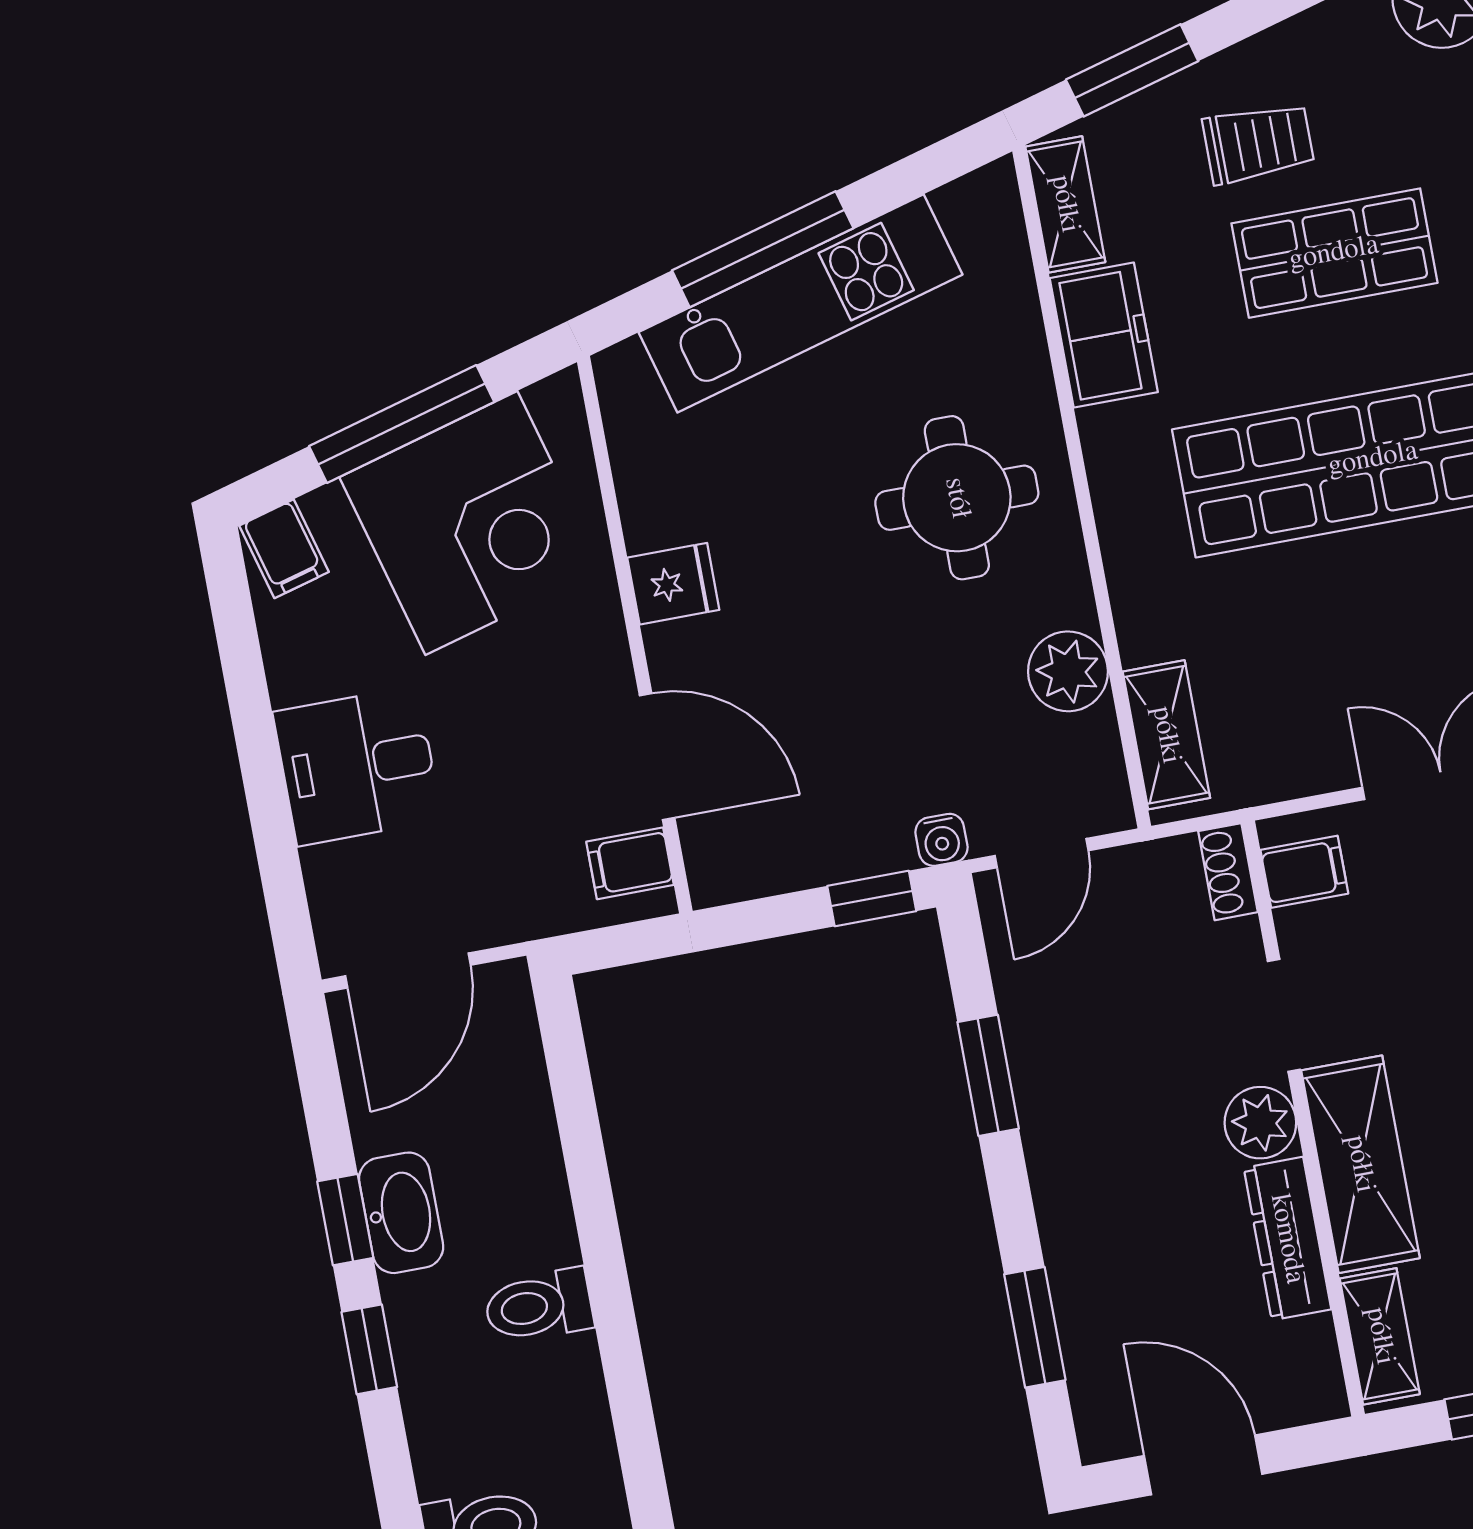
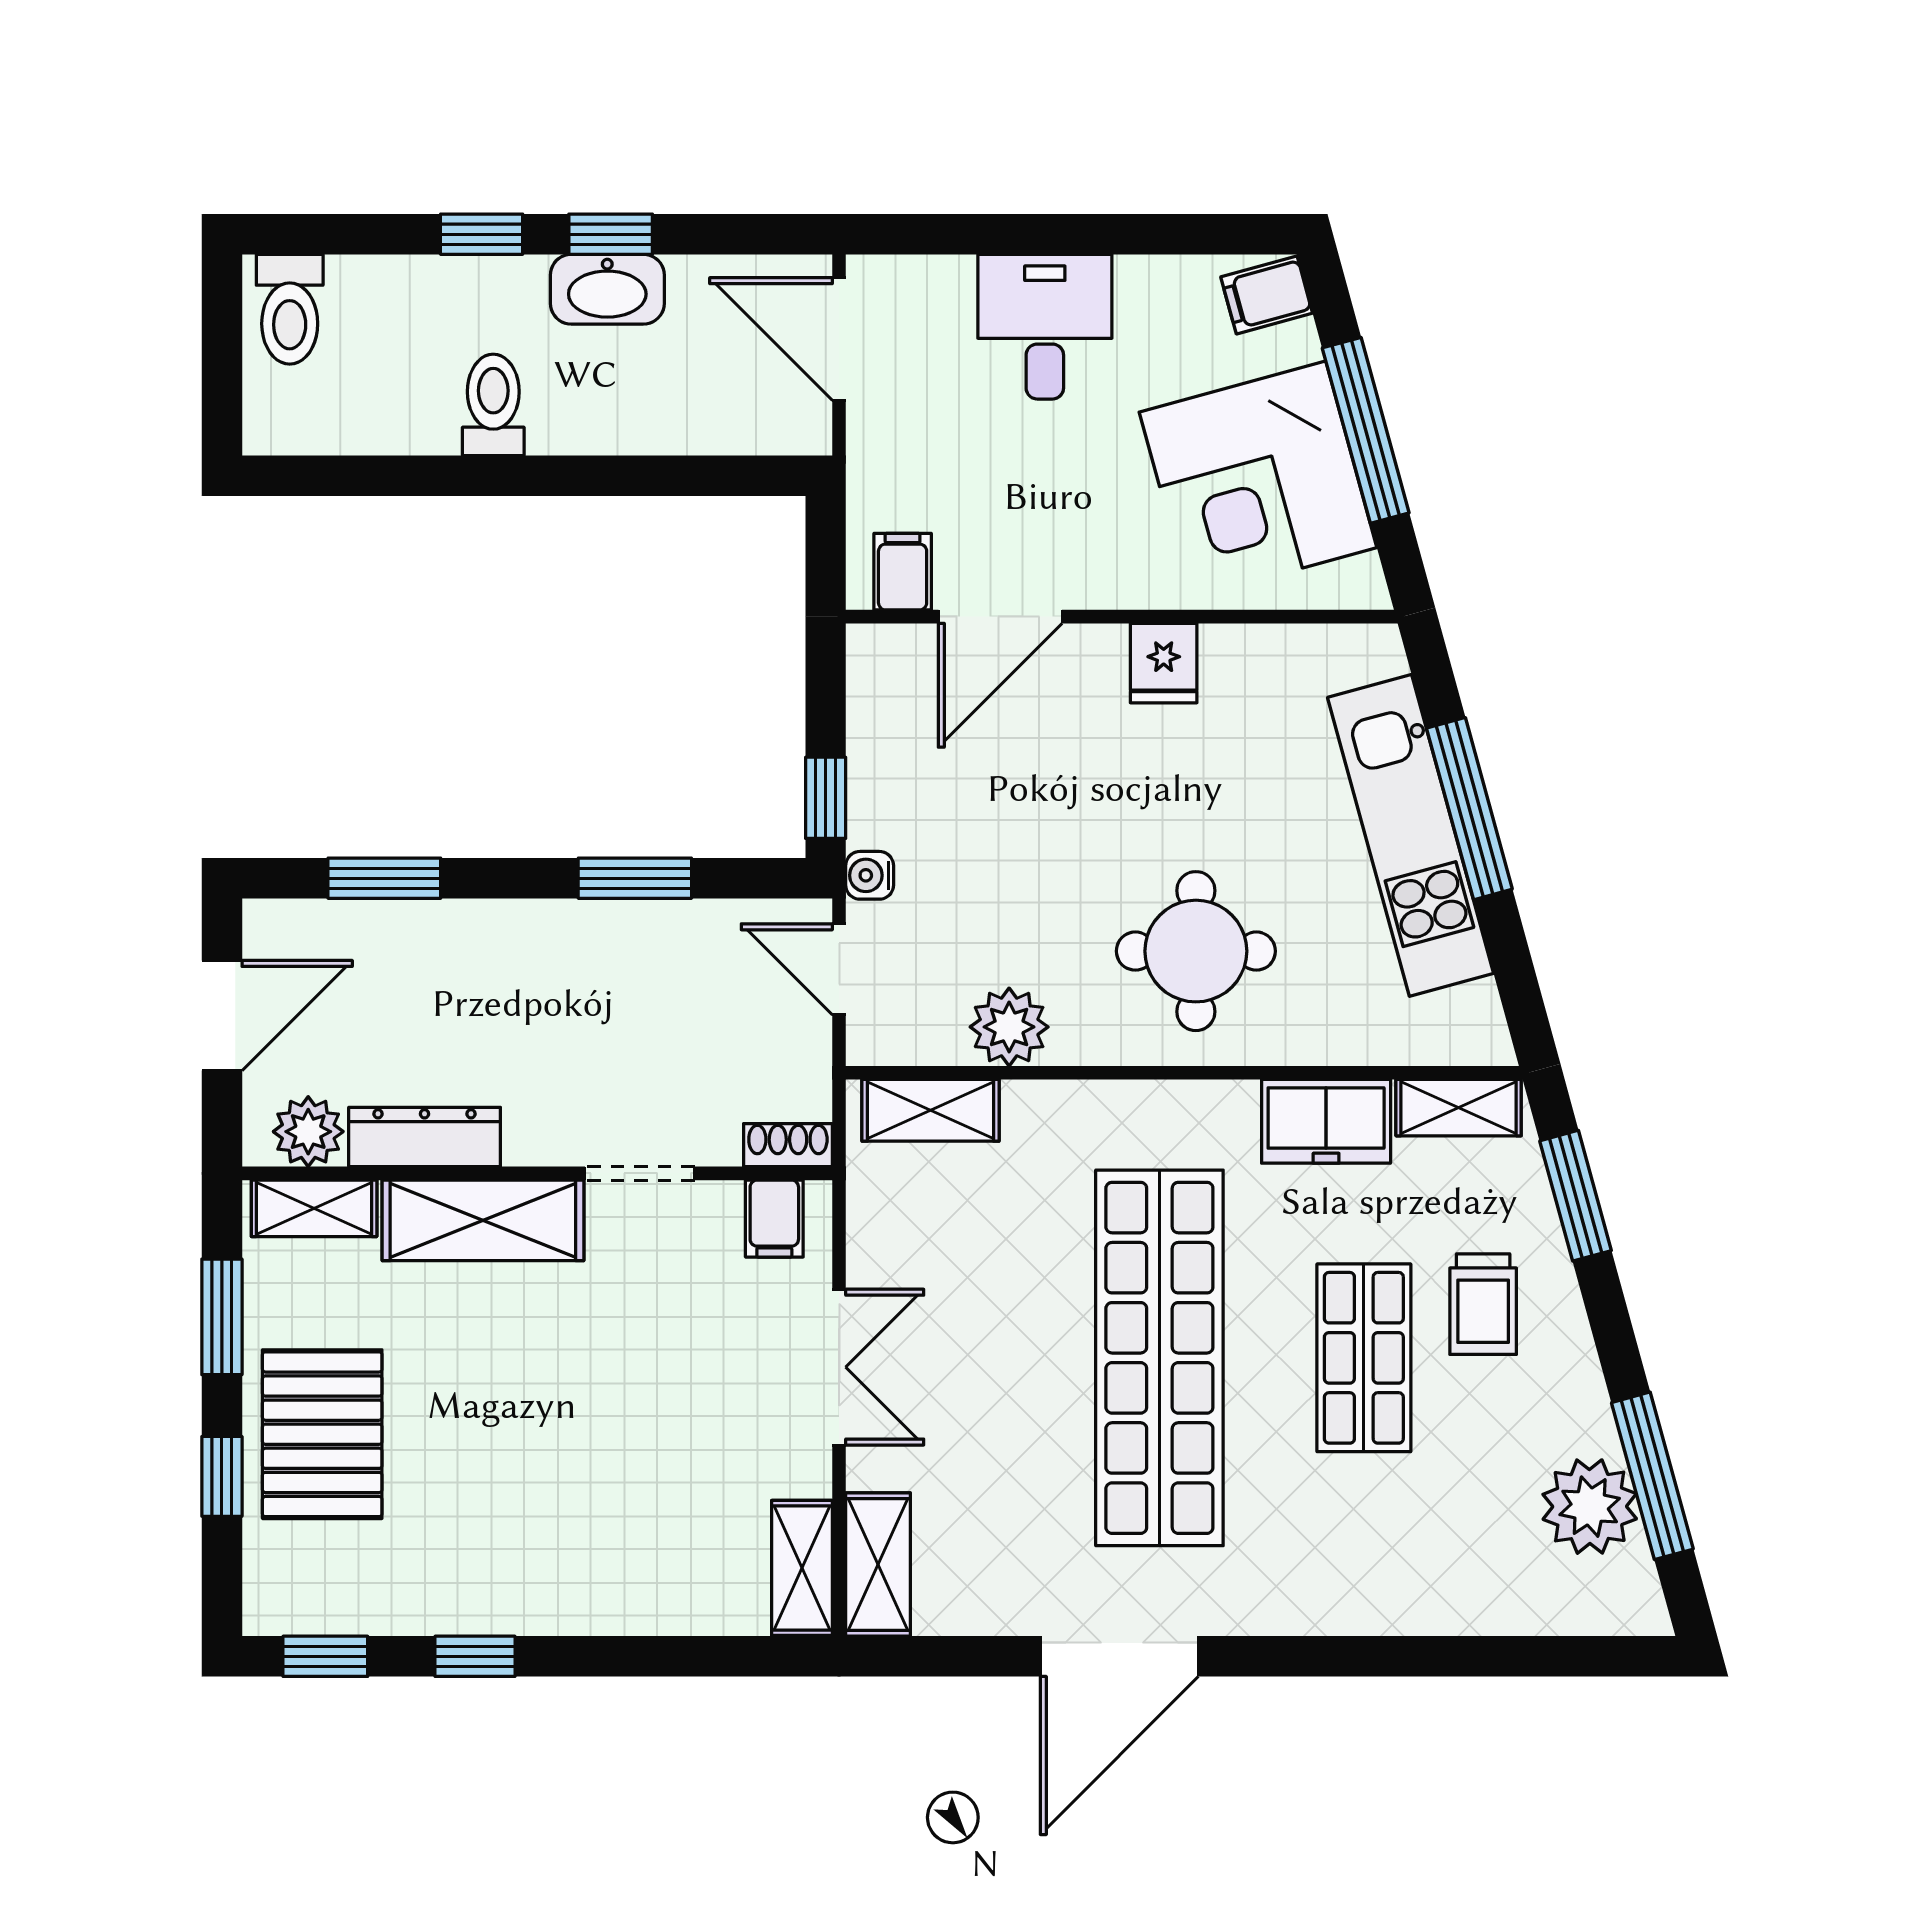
plant: (1260, 1123) -> (308, 1132), moved

